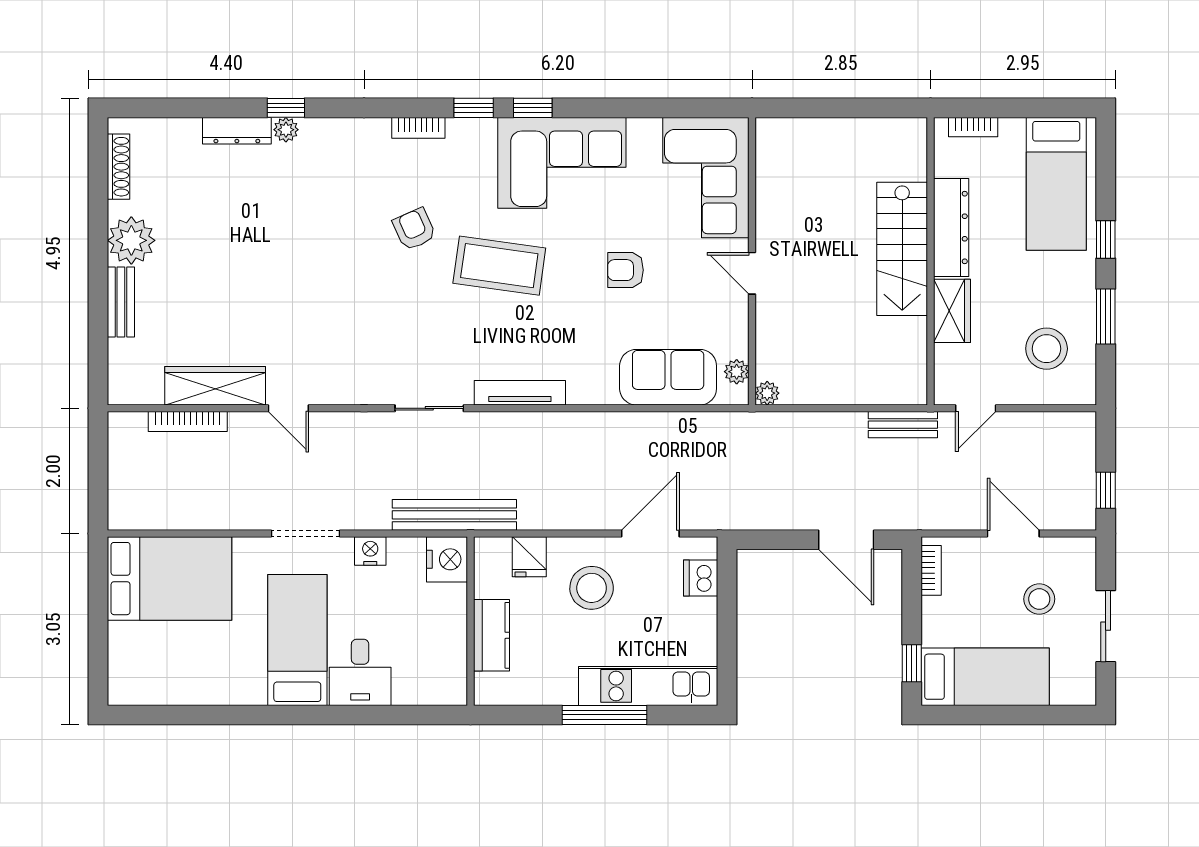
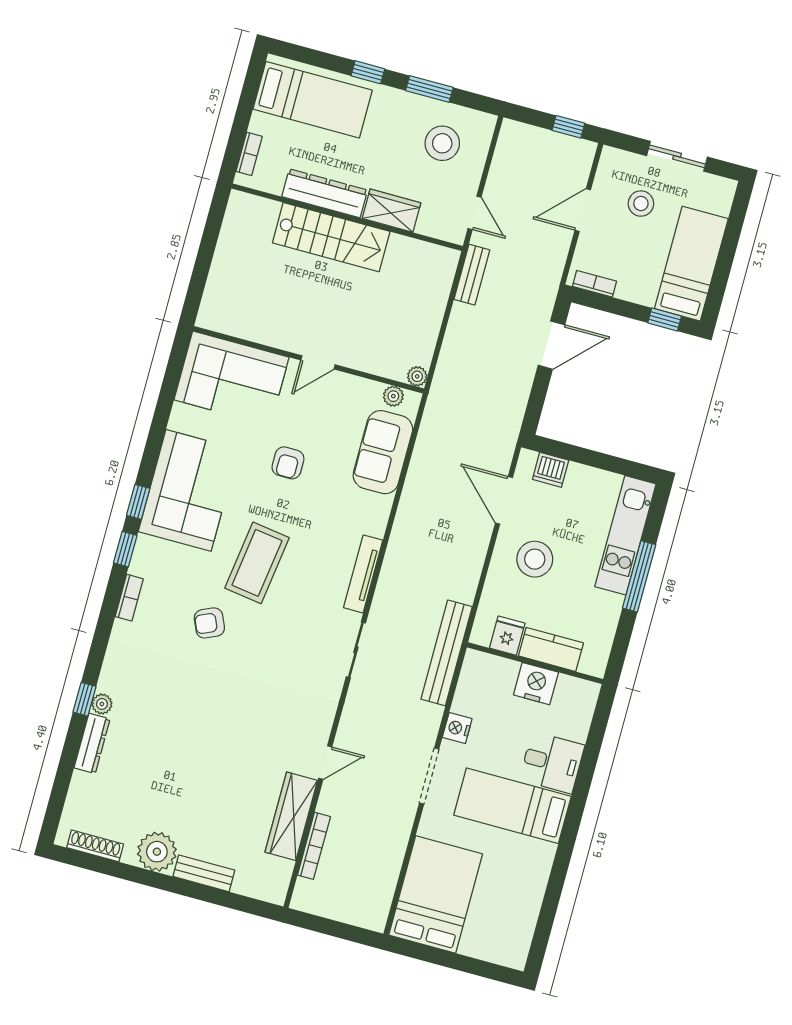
fridge: (529, 557) -> (507, 636), moved, turned -90
nightstand: (447, 559) -> (536, 684), moved

